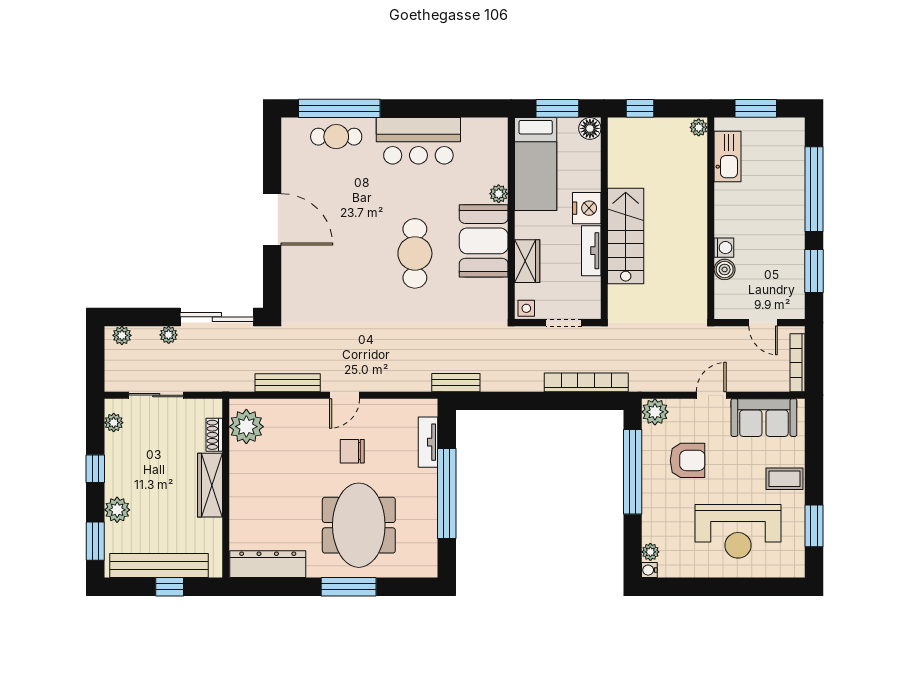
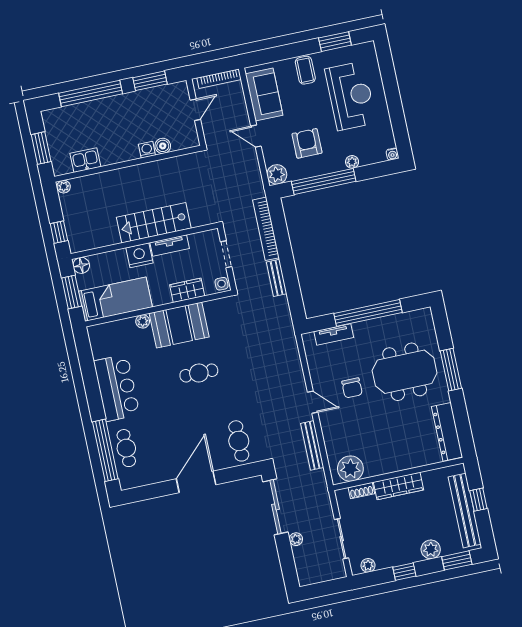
kitchen sink: (728, 157) -> (85, 160), width x0.73
cafe table: (415, 253) -> (199, 373), width x0.73, depth x0.74
cafe table: (314, 287) -> (239, 441), added
plant: (122, 335) -> (303, 573), removed
bench: (456, 383) -> (277, 278), moved
plant: (650, 552) -> (352, 162), moved

